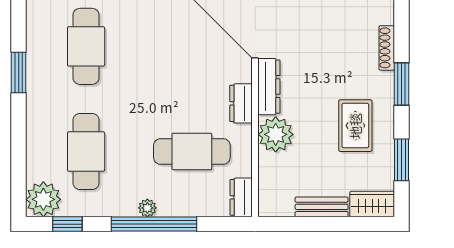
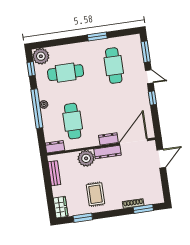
cafe table: (86, 46) -> (114, 66), turned 90
window: (402, 84) -> (143, 209), moved
dresser: (241, 103) -> (108, 139), moved
rug: (355, 126) -> (95, 194), turned 90
bench: (322, 207) -> (54, 173), moved

